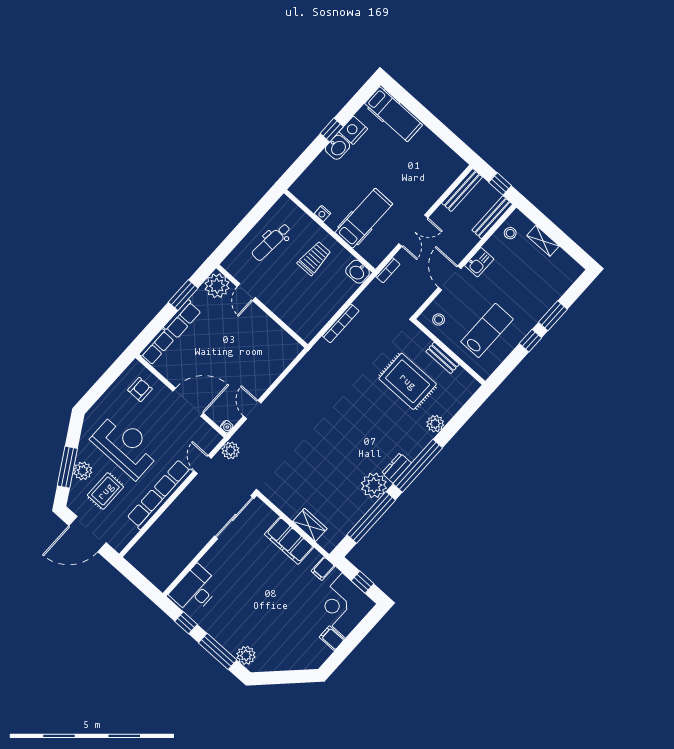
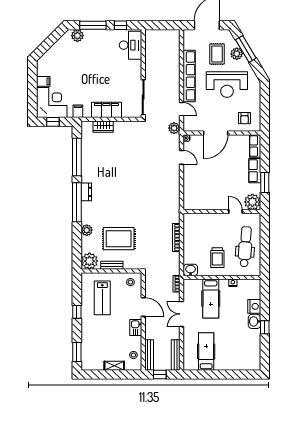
hospital bed: (394, 114) -> (206, 351), moved, turned 90
nightstand: (353, 130) -> (254, 306), moved
dental chair: (271, 242) -> (245, 247), width x1.36, depth x1.38
window: (553, 316) -> (77, 352), moved
plant: (374, 485) -> (89, 261), moved

